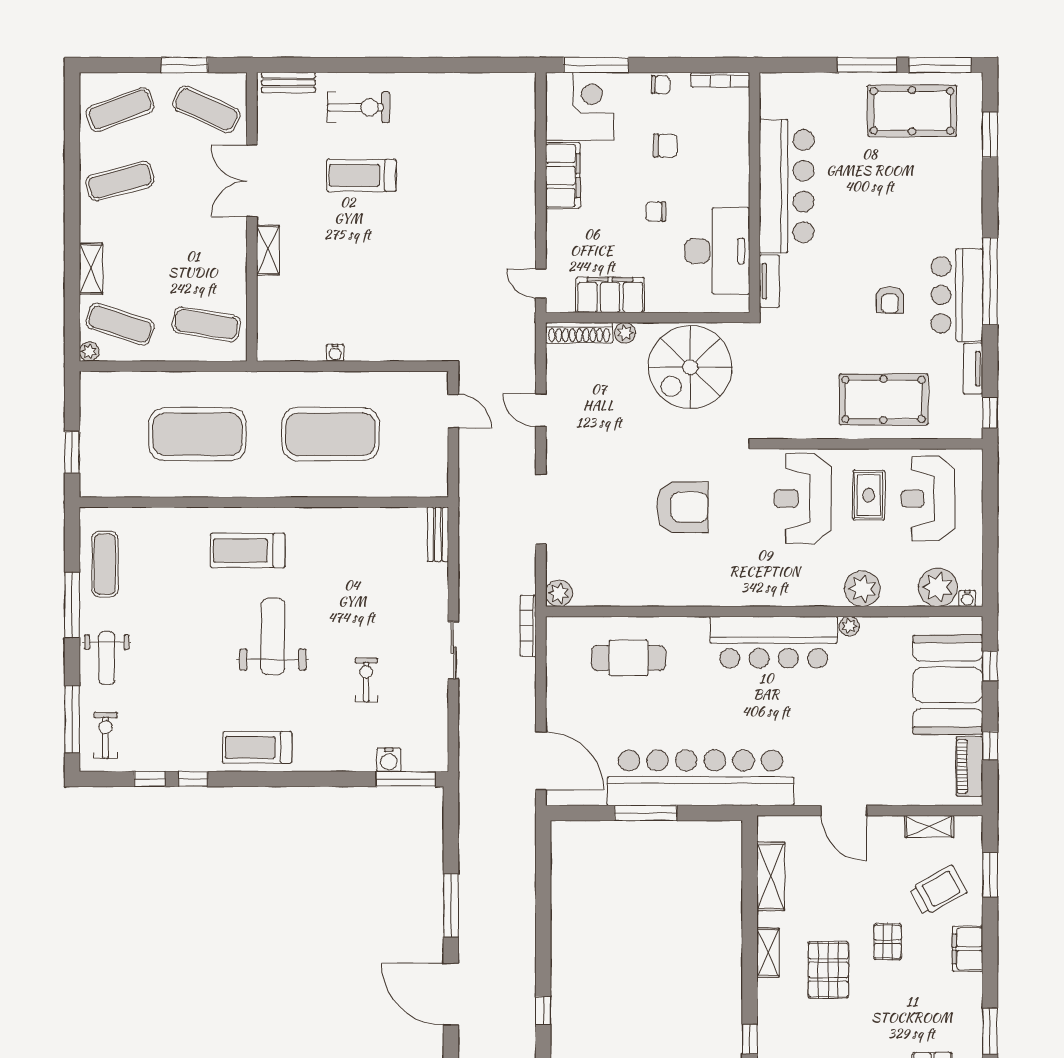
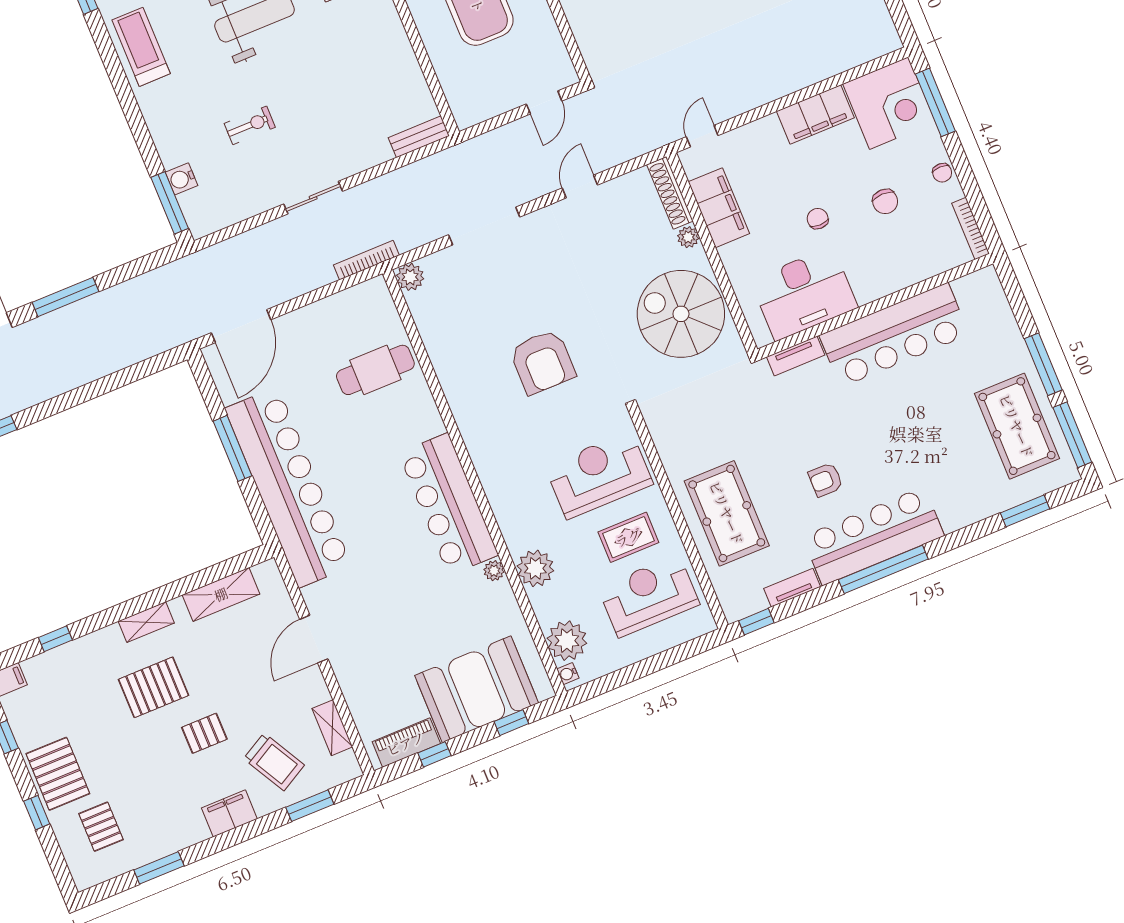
bar counter: (957, 295) -> (873, 536), width x1.36
cafe table: (628, 658) -> (375, 370), turned 90

